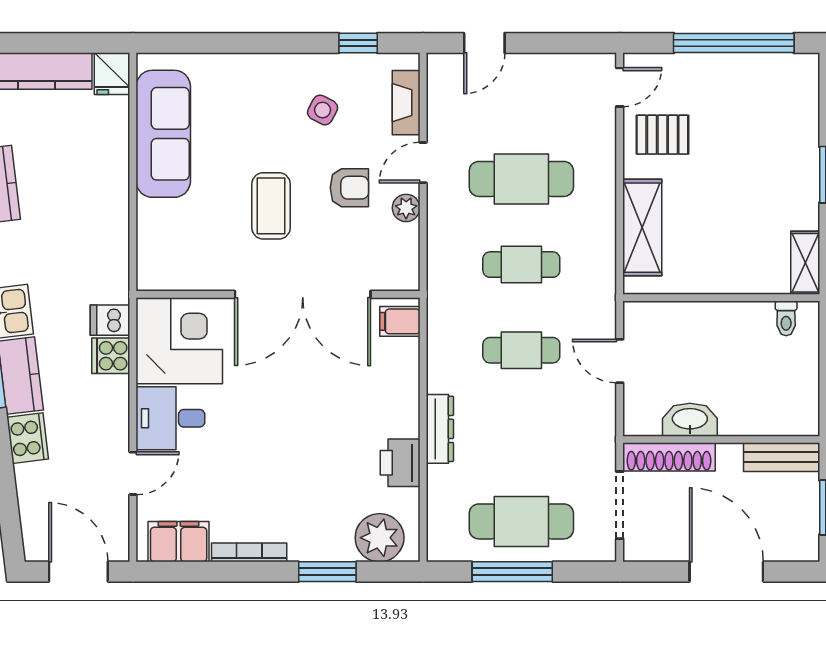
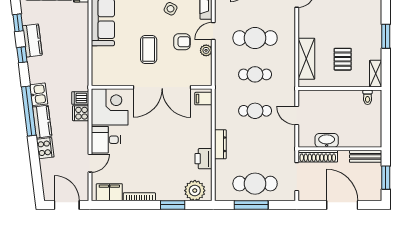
pallet: (662, 135) -> (343, 59), moved, turned 90

